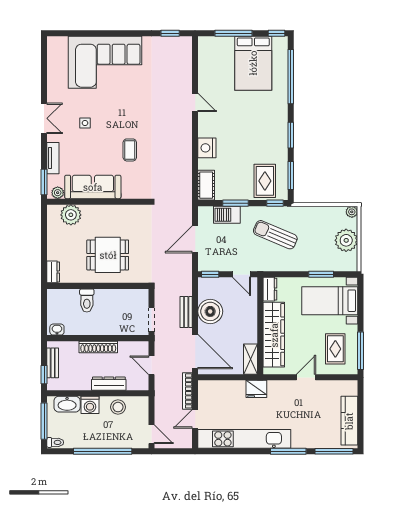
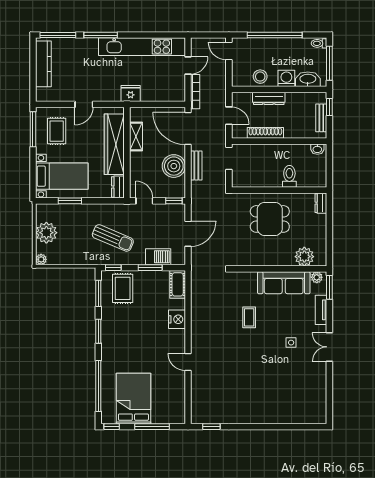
corner sofa: (105, 62) -> (272, 399), removed
shoe rack: (98, 347) -> (265, 133), moved
shelving: (251, 359) -> (136, 136), moved

